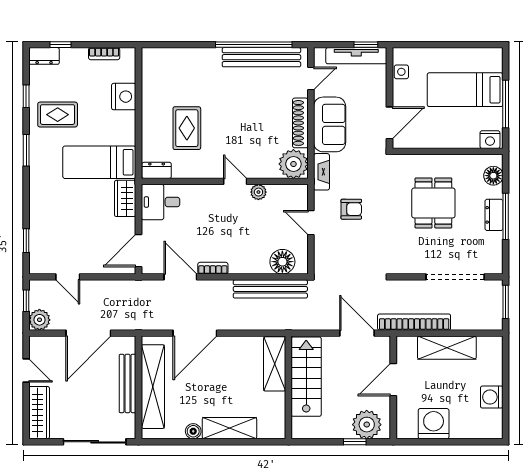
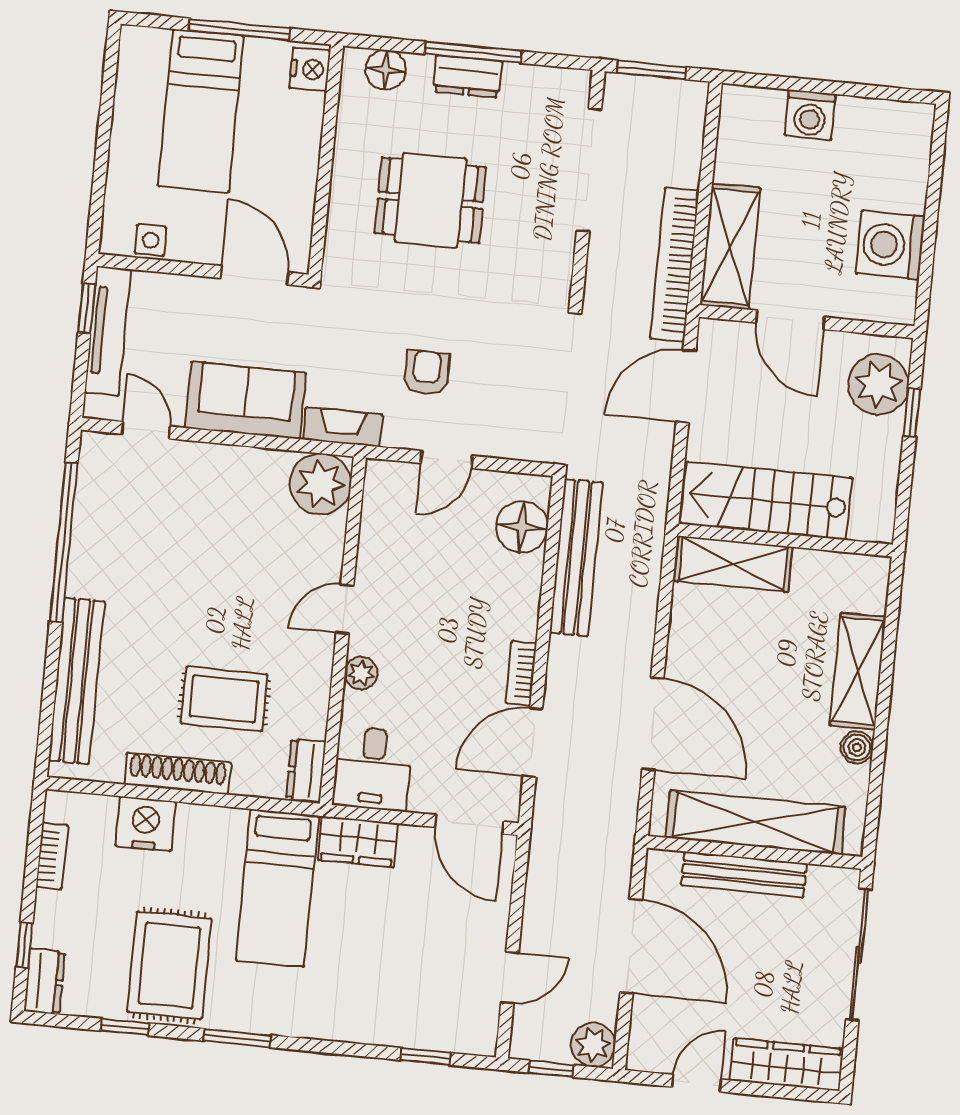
bench: (261, 57) -> (77, 681), moved
rug: (58, 115) -> (169, 965), width x1.36, depth x1.43
shoe rack: (300, 123) -> (178, 774), moved, turned 180
plant: (258, 192) -> (361, 673), moved
shelving: (447, 348) -> (730, 247), moved
washing machine: (492, 397) -> (810, 115), moved

